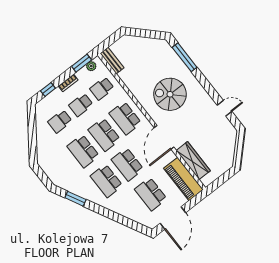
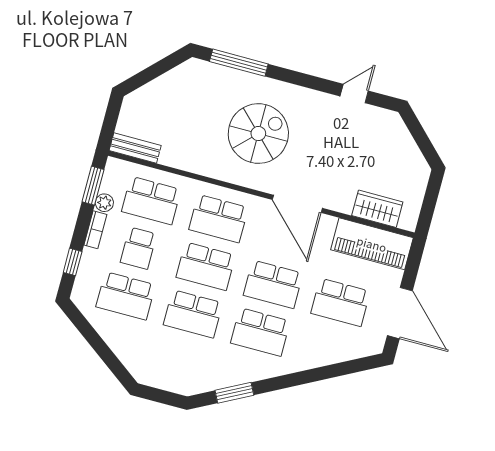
plant: (91, 66) -> (104, 203), moved
school desk: (102, 88) -> (151, 201), width x1.85
spiral stairs: (170, 94) -> (258, 134), turned 180
school desk: (60, 121) -> (126, 296), width x1.85
wardrobe: (193, 161) -> (377, 209), width x0.67

